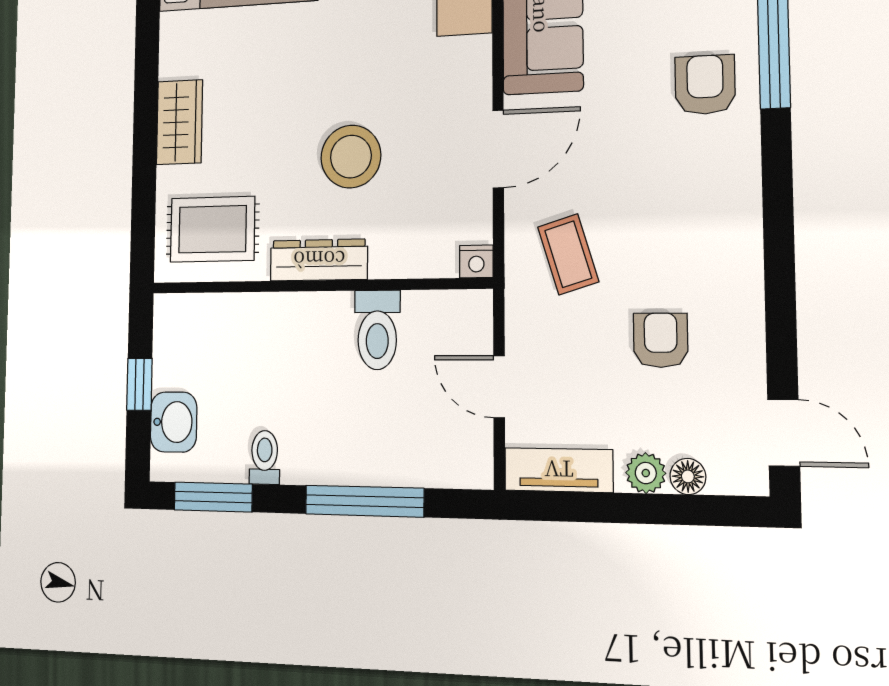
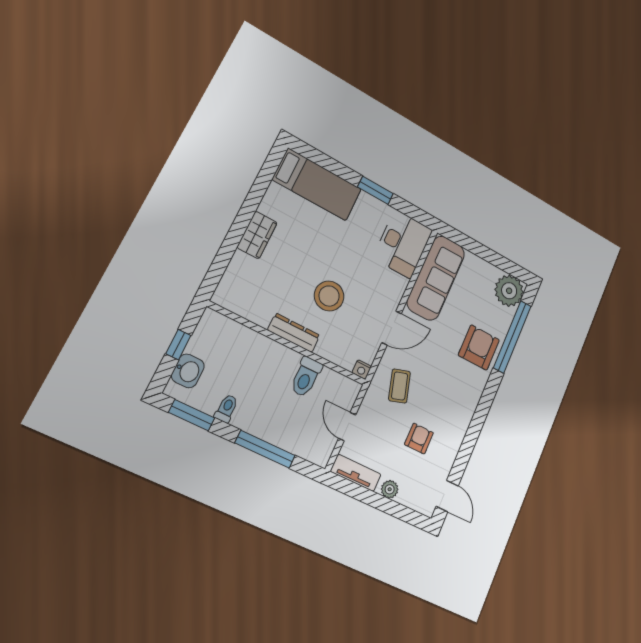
armchair: (705, 85) -> (479, 347), width x1.38, depth x1.38
rug: (212, 229) -> (250, 292), removed
floor lamp: (688, 476) -> (405, 498), removed

